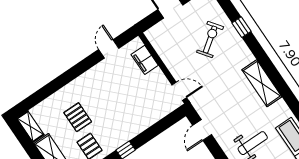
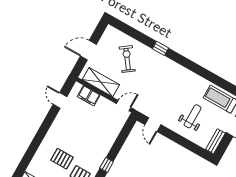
window: (242, 27) -> (161, 48), moved
shelving: (262, 83) -> (101, 82), moved

